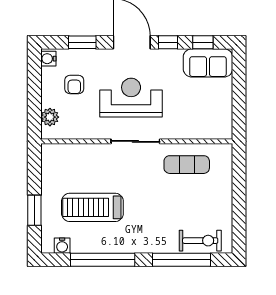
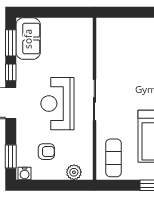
window: (82, 42) -> (11, 157), moved
window: (203, 42) -> (11, 43), width x1.50
exercise mat: (187, 165) -> (114, 158), moved

